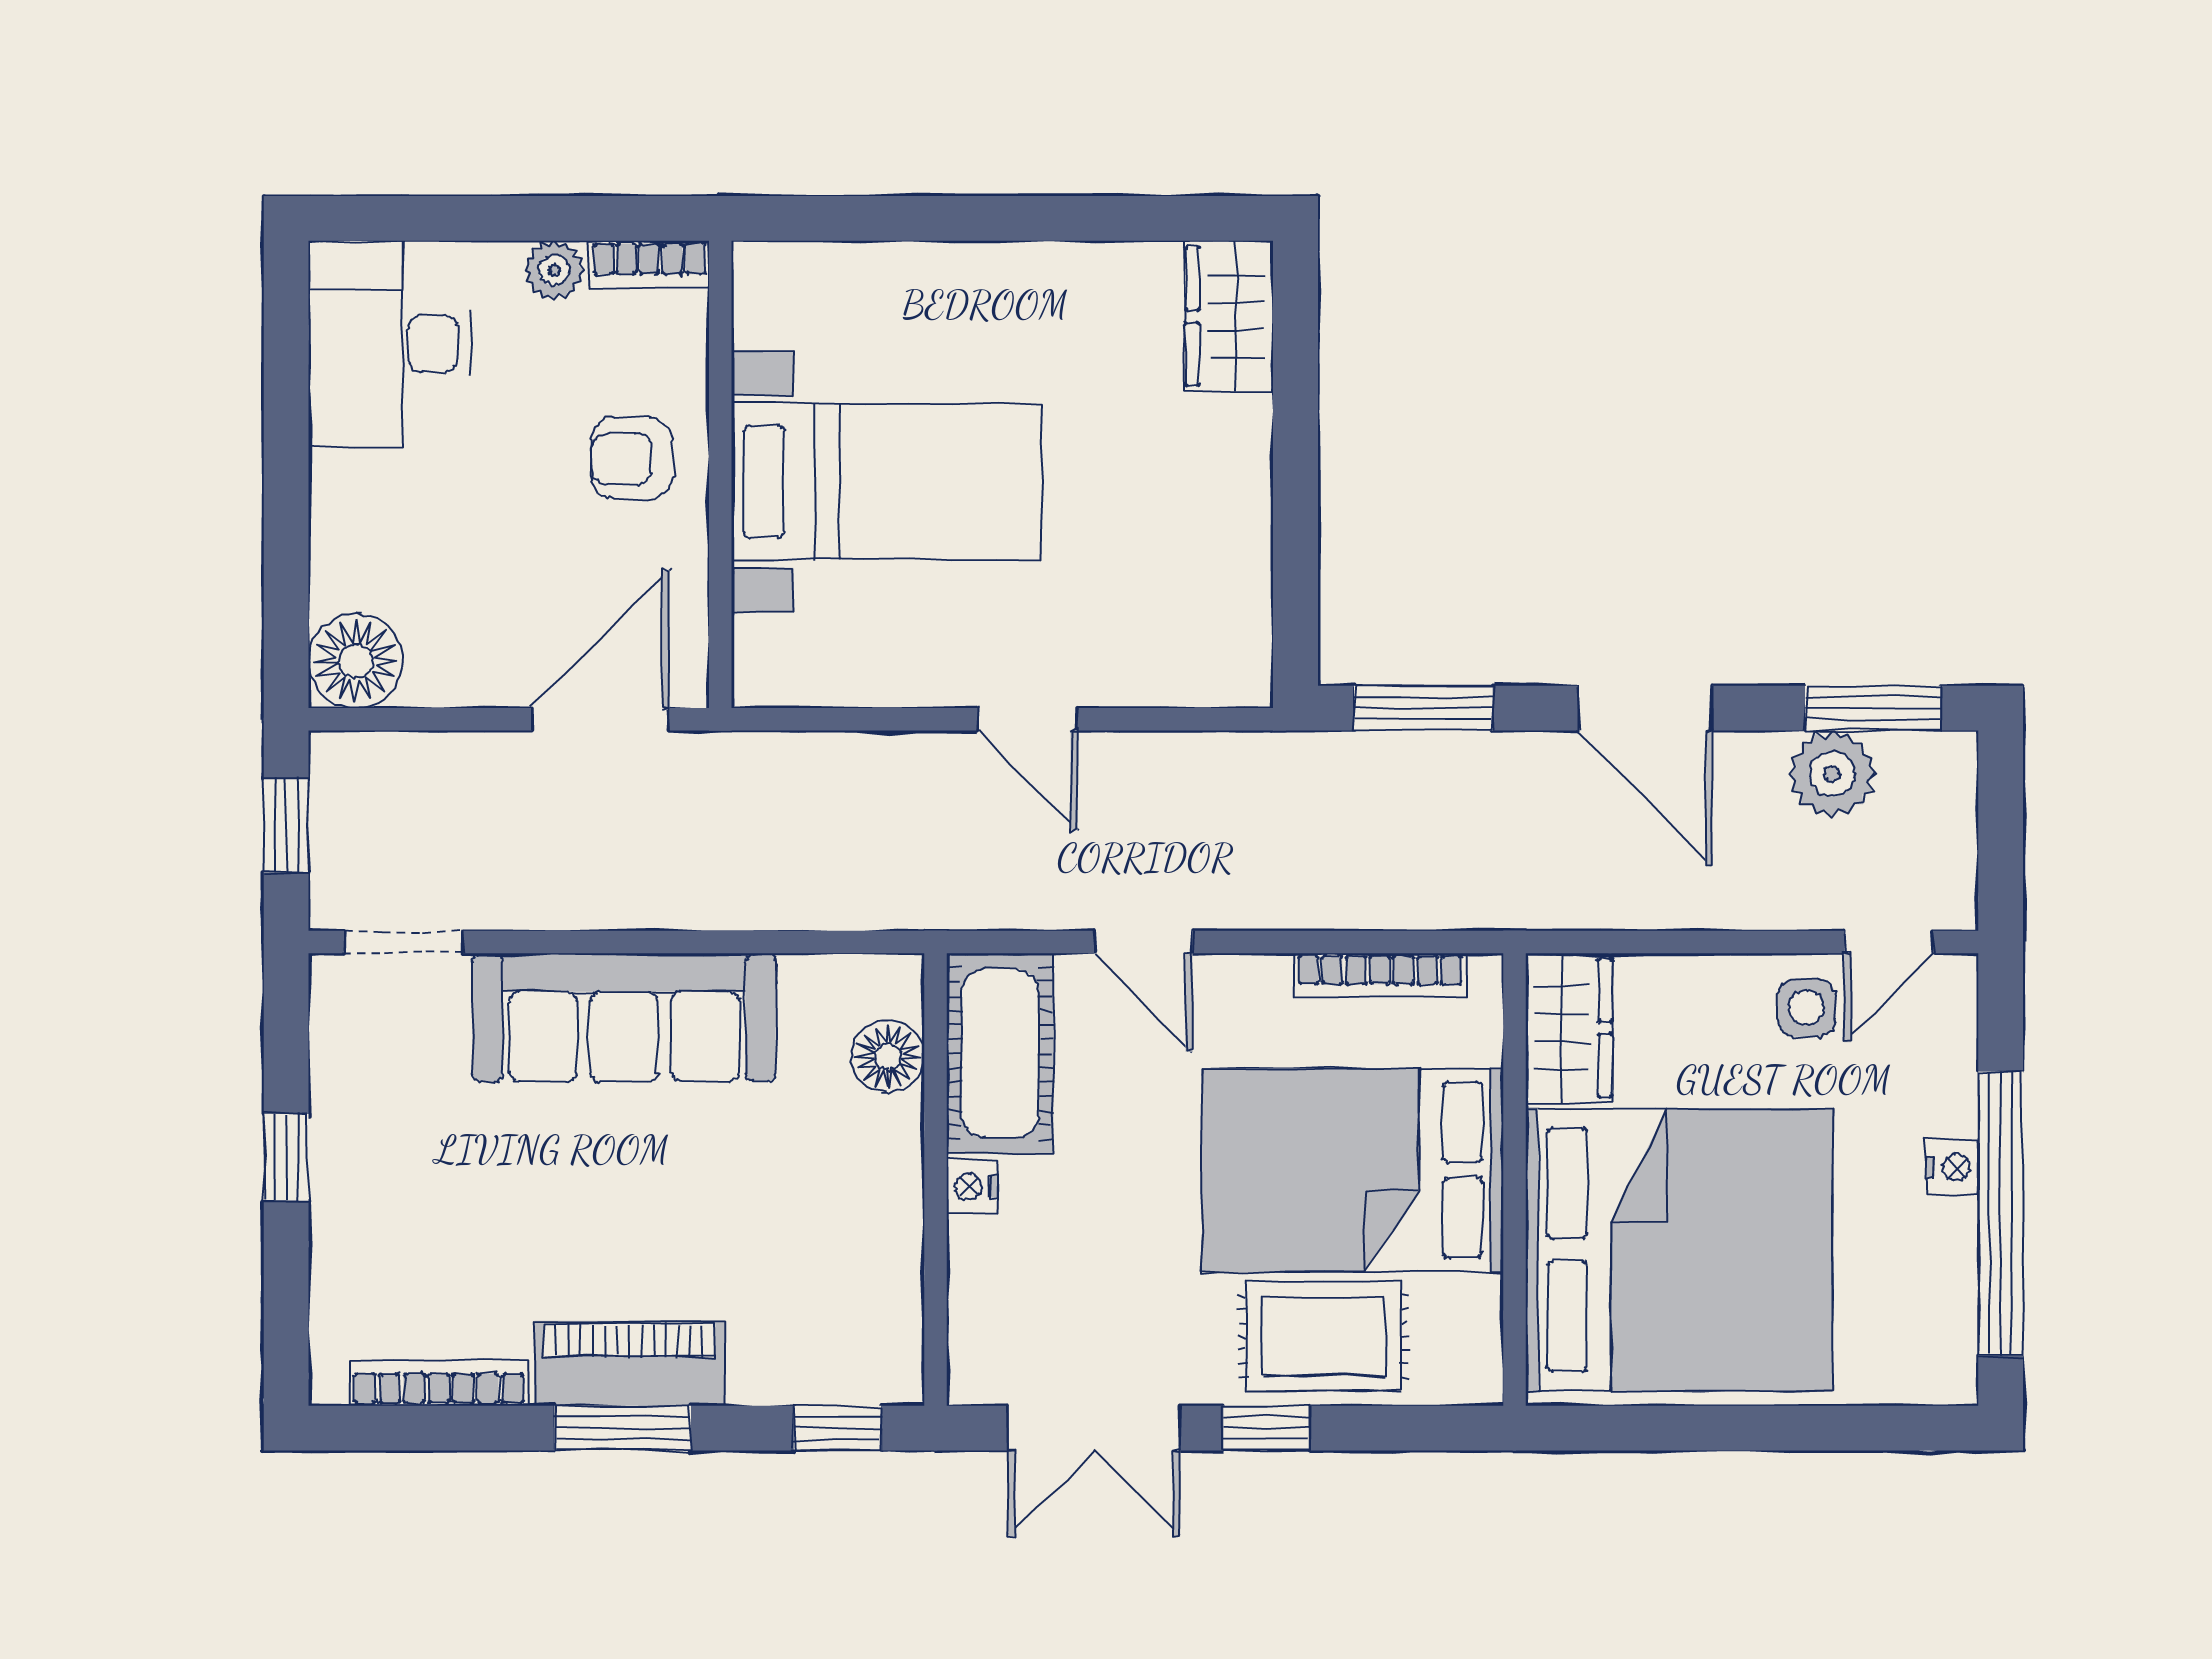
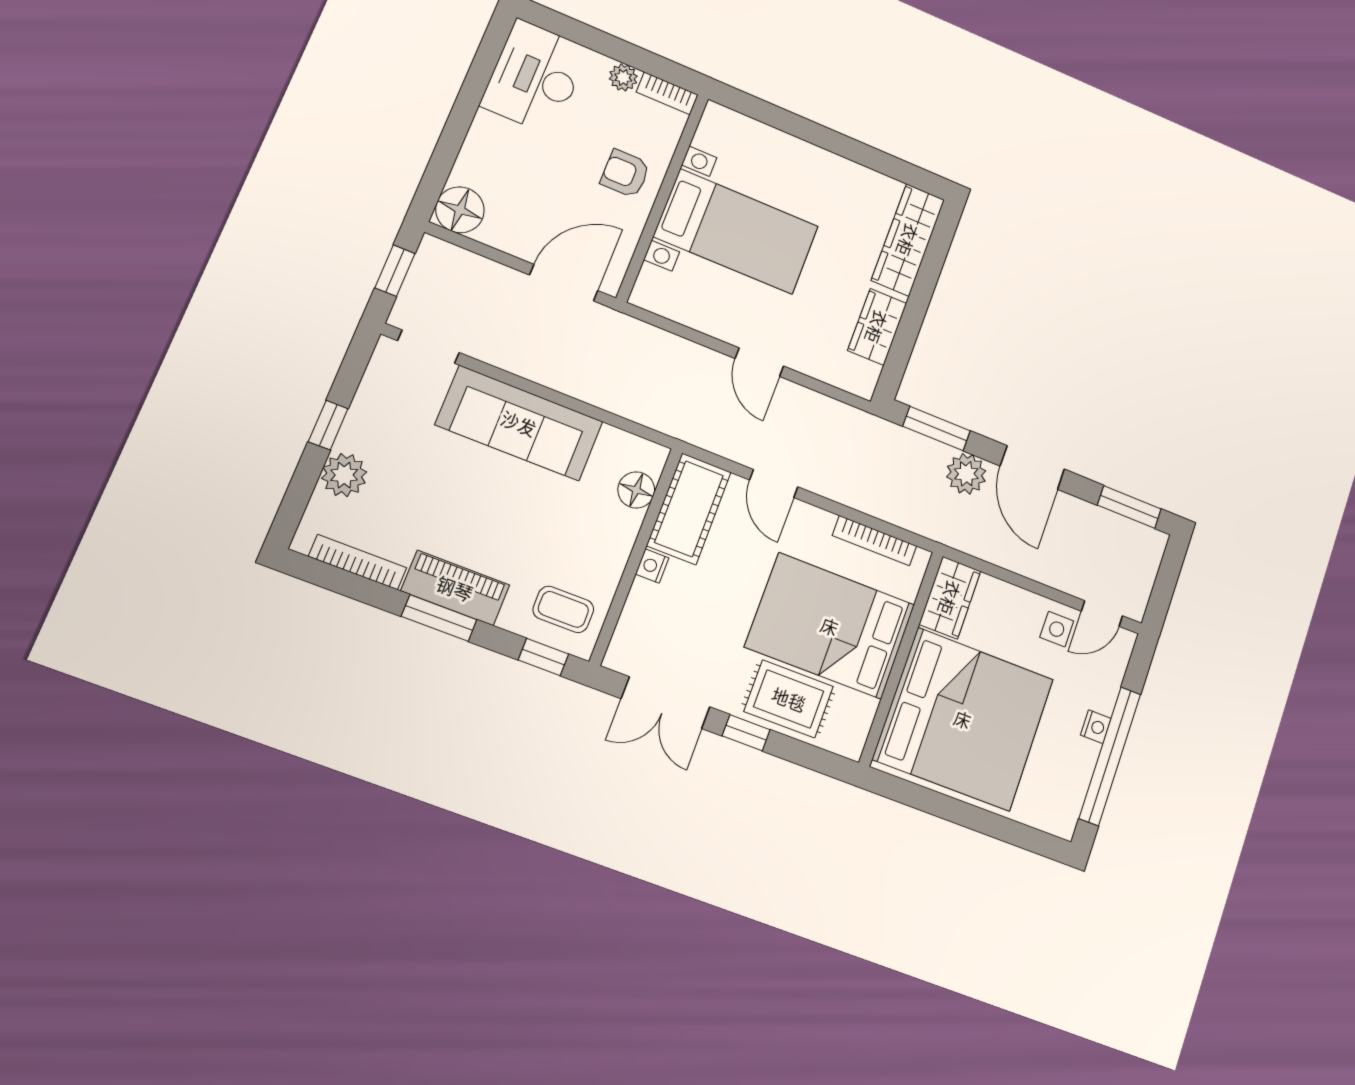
wardrobe: (1229, 316) -> (908, 240), width x1.50
wardrobe: (1232, 555) -> (877, 327), added
plant: (1832, 774) -> (966, 474), moved
plant: (351, 1236) -> (344, 475), added
coffee table: (840, 1328) -> (563, 609), added

